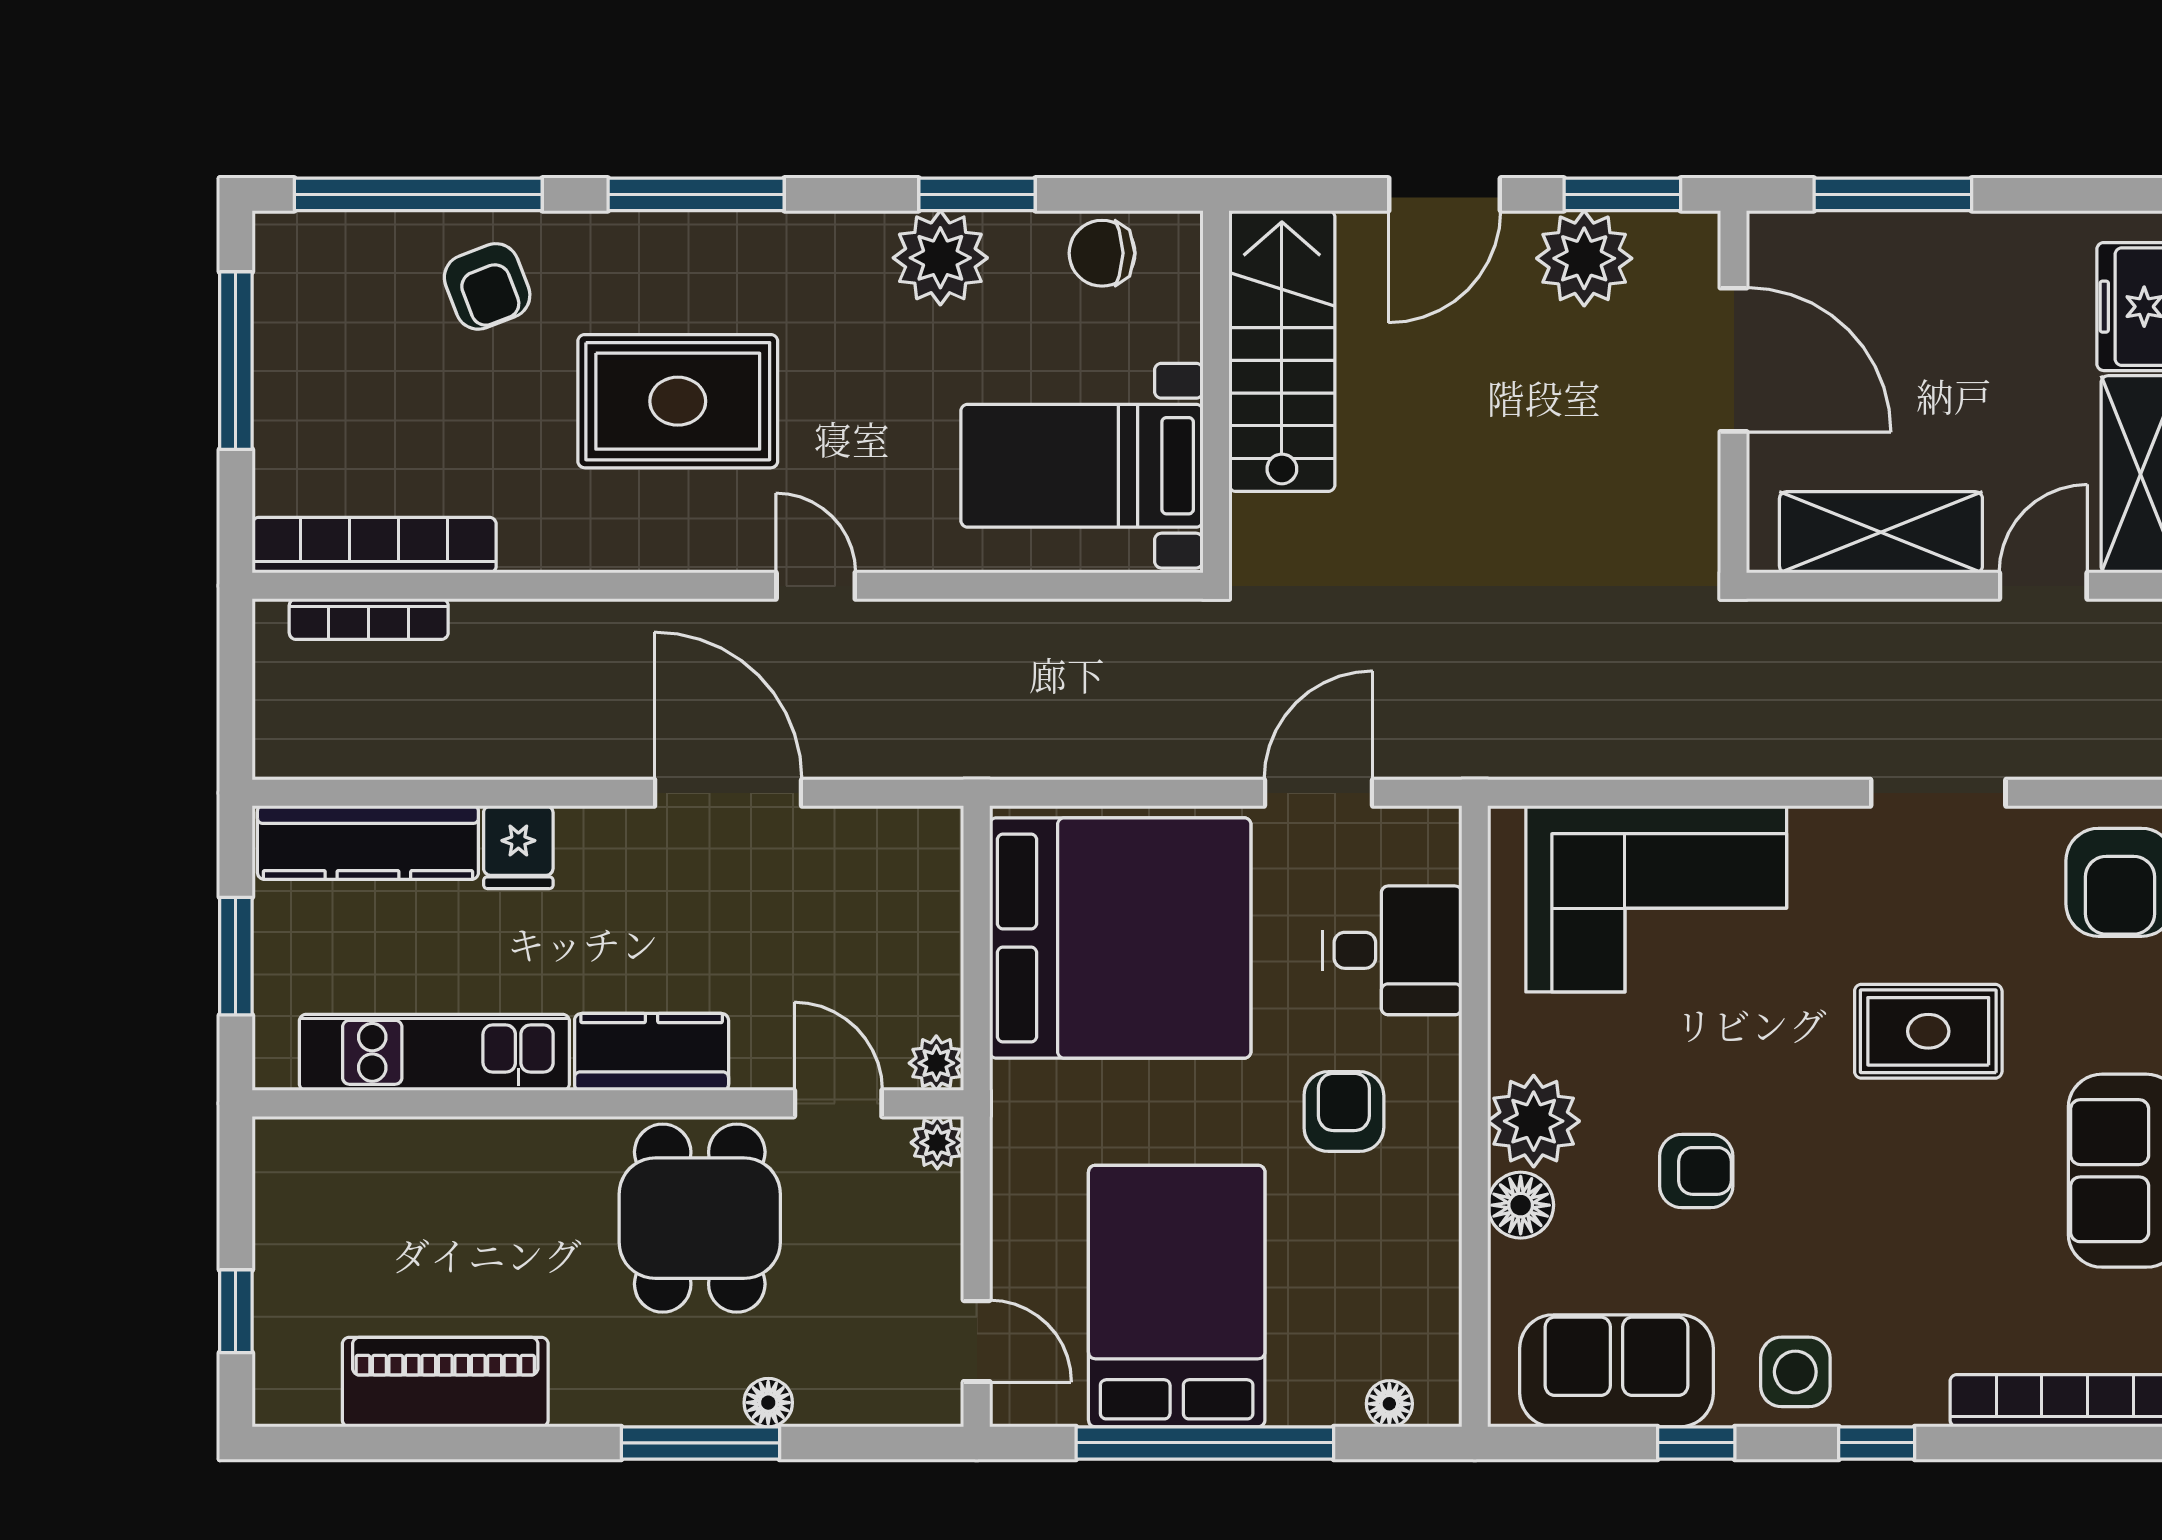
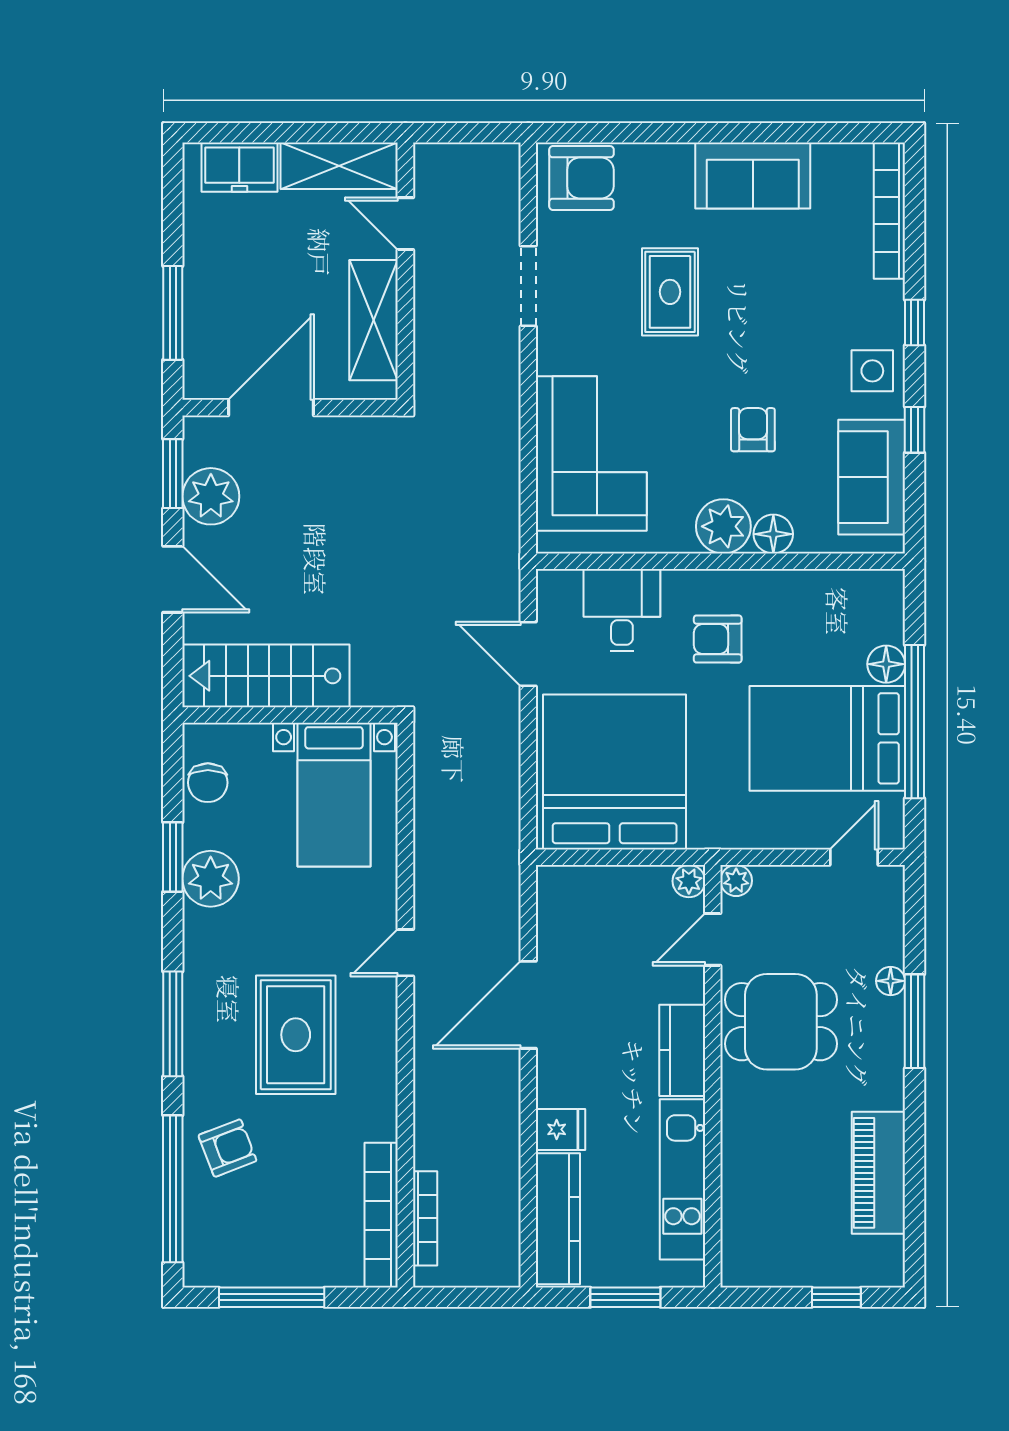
floor lamp: (1389, 1404) -> (886, 664), moved, width x1.37, depth x1.37

